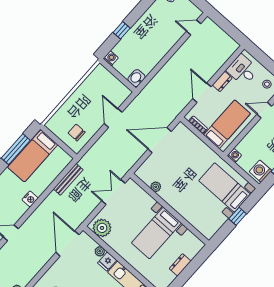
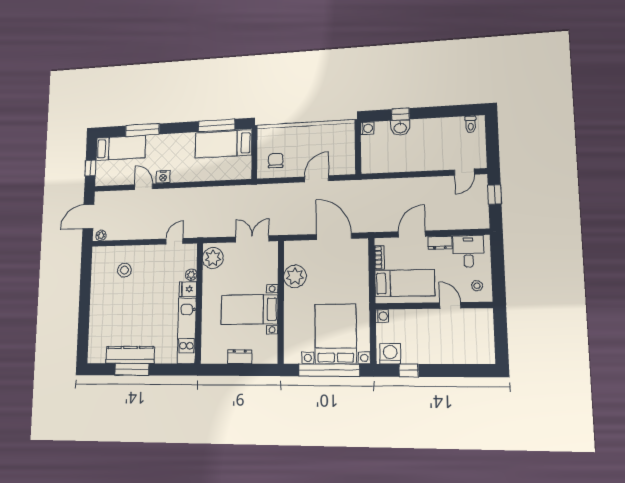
window: (223, 23) -> (495, 194), added
door: (194, 28) -> (464, 172), swing flipped
washbasin: (136, 78) -> (400, 128), moved, turned 180
bench: (68, 179) -> (229, 191), removed
plant: (156, 187) -> (295, 276), width x1.88, depth x1.88
bed with nightstands: (225, 187) -> (336, 334), width x1.36
nightstand: (30, 199) -> (163, 177), moved
window: (238, 216) -> (329, 370), width x3.17
door: (67, 244) -> (174, 241), width x0.53

